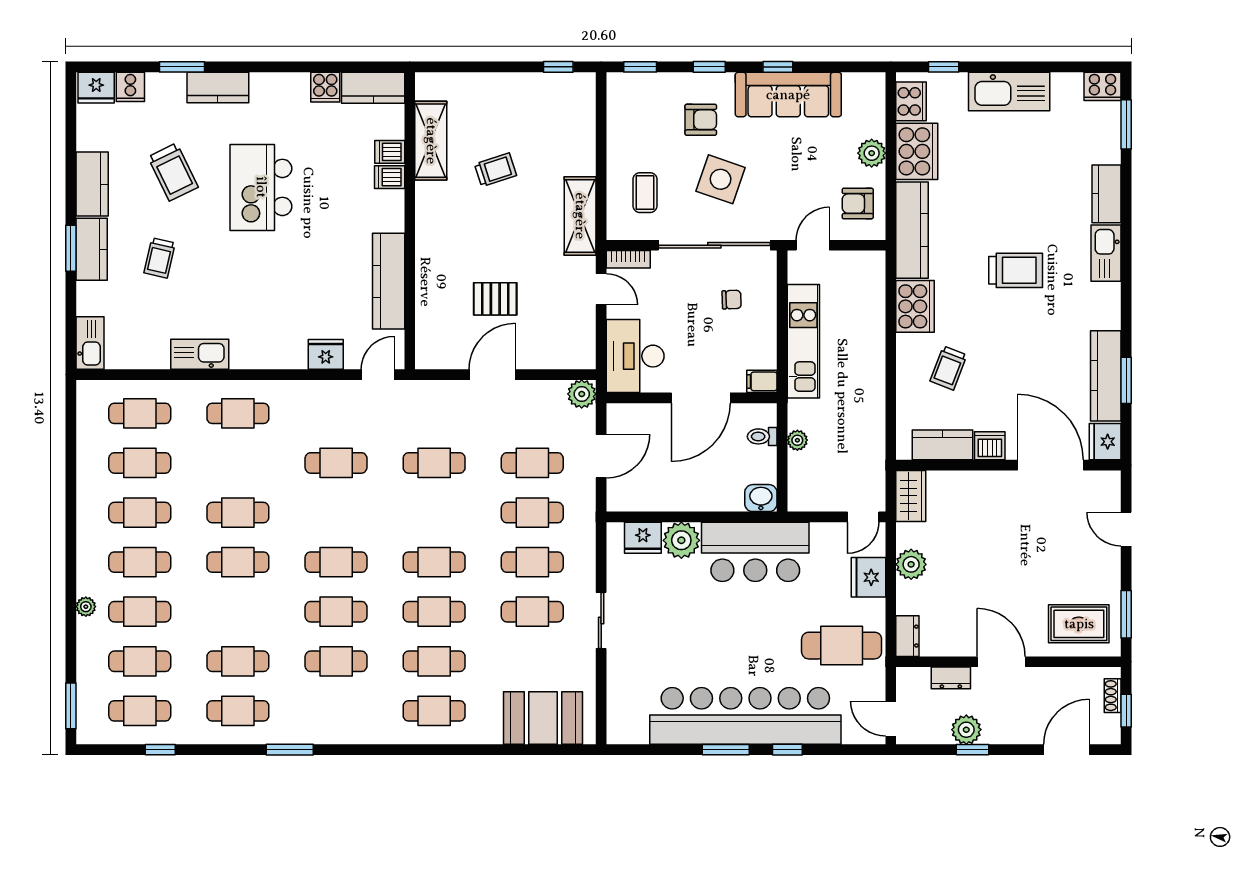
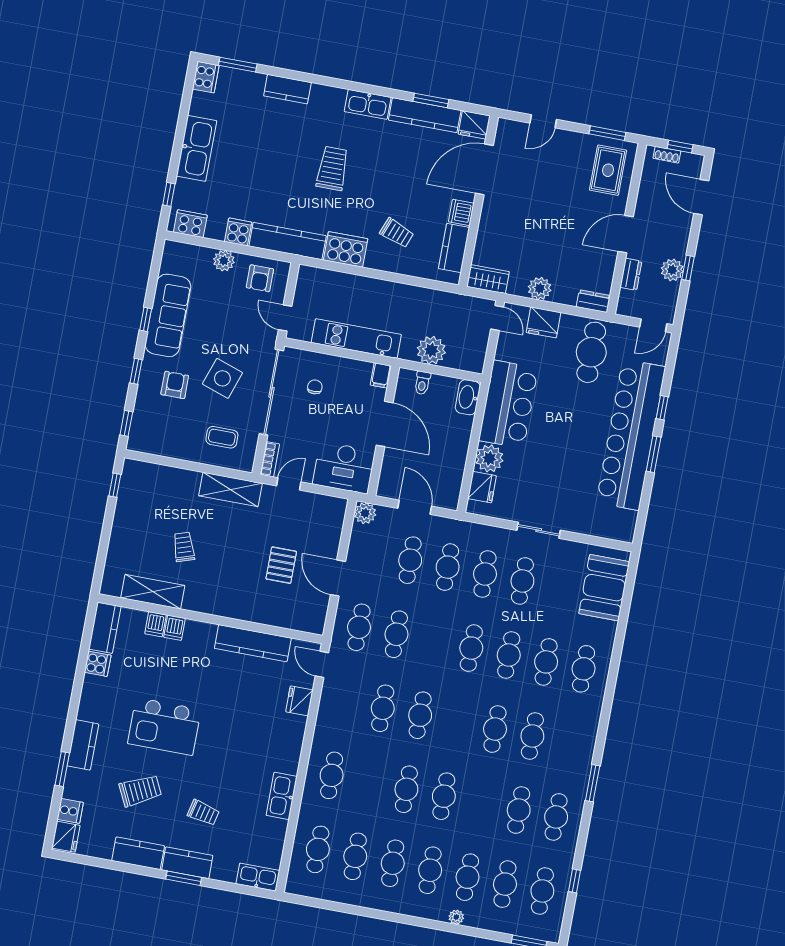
cooker: (917, 151) -> (238, 232), width x0.53, depth x0.76
kitchen sink: (1106, 253) -> (368, 104), moved
cafe table: (434, 413) -> (359, 627), added
plant: (797, 440) -> (431, 350), width x1.88, depth x1.88
washbasin: (761, 498) -> (468, 397), width x1.38
cafe table: (336, 562) -> (420, 715), moved

